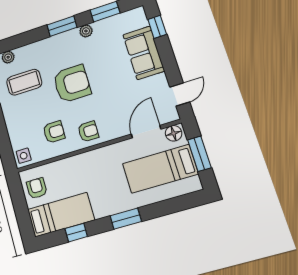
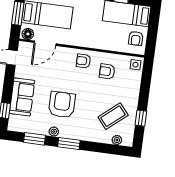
coffee table: (24, 82) -> (113, 116), turned -40
armchair: (72, 84) -> (62, 105), moved, turned 90

